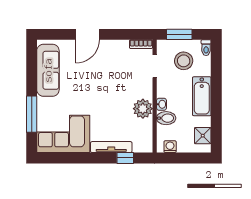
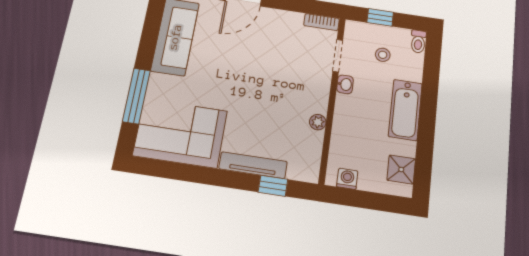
window: (179, 34) -> (380, 17), width x0.67
stool: (184, 61) -> (383, 55), width x0.53, depth x0.53
washbasin: (161, 104) -> (345, 84), moved
plant: (143, 109) -> (318, 122), width x0.53, depth x0.53
bidet: (166, 118) -> (346, 134), removed

